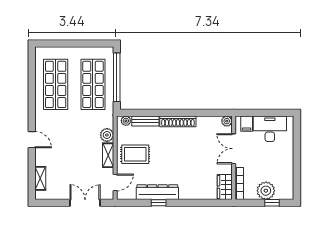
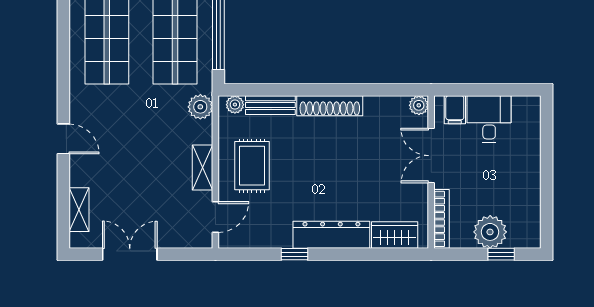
desk: (270, 129) -> (489, 119), width x0.73
plant: (107, 135) -> (200, 107), moved
rug: (135, 154) -> (252, 166), turned 90
wardrobe: (225, 187) -> (395, 235), moved, turned 90
dresser: (157, 192) -> (331, 235), moved
double door: (85, 203) -> (130, 254), moved

